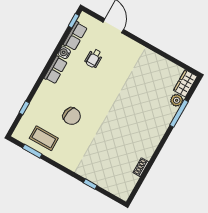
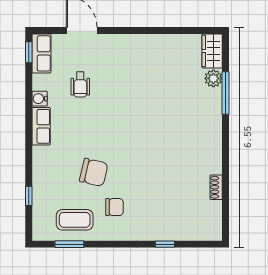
row of seats: (75, 36) -> (41, 53), moved
chair: (72, 144) -> (114, 207), added

